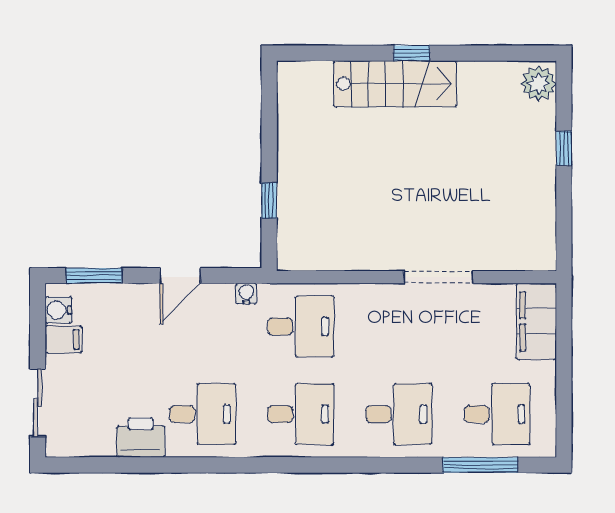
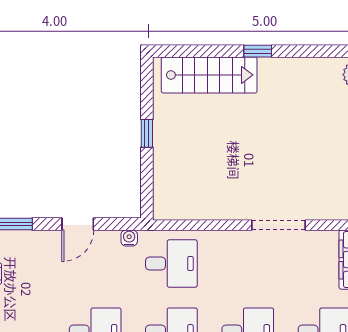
stairs: (395, 84) -> (209, 75), moved
window: (269, 201) -> (147, 133), moved

